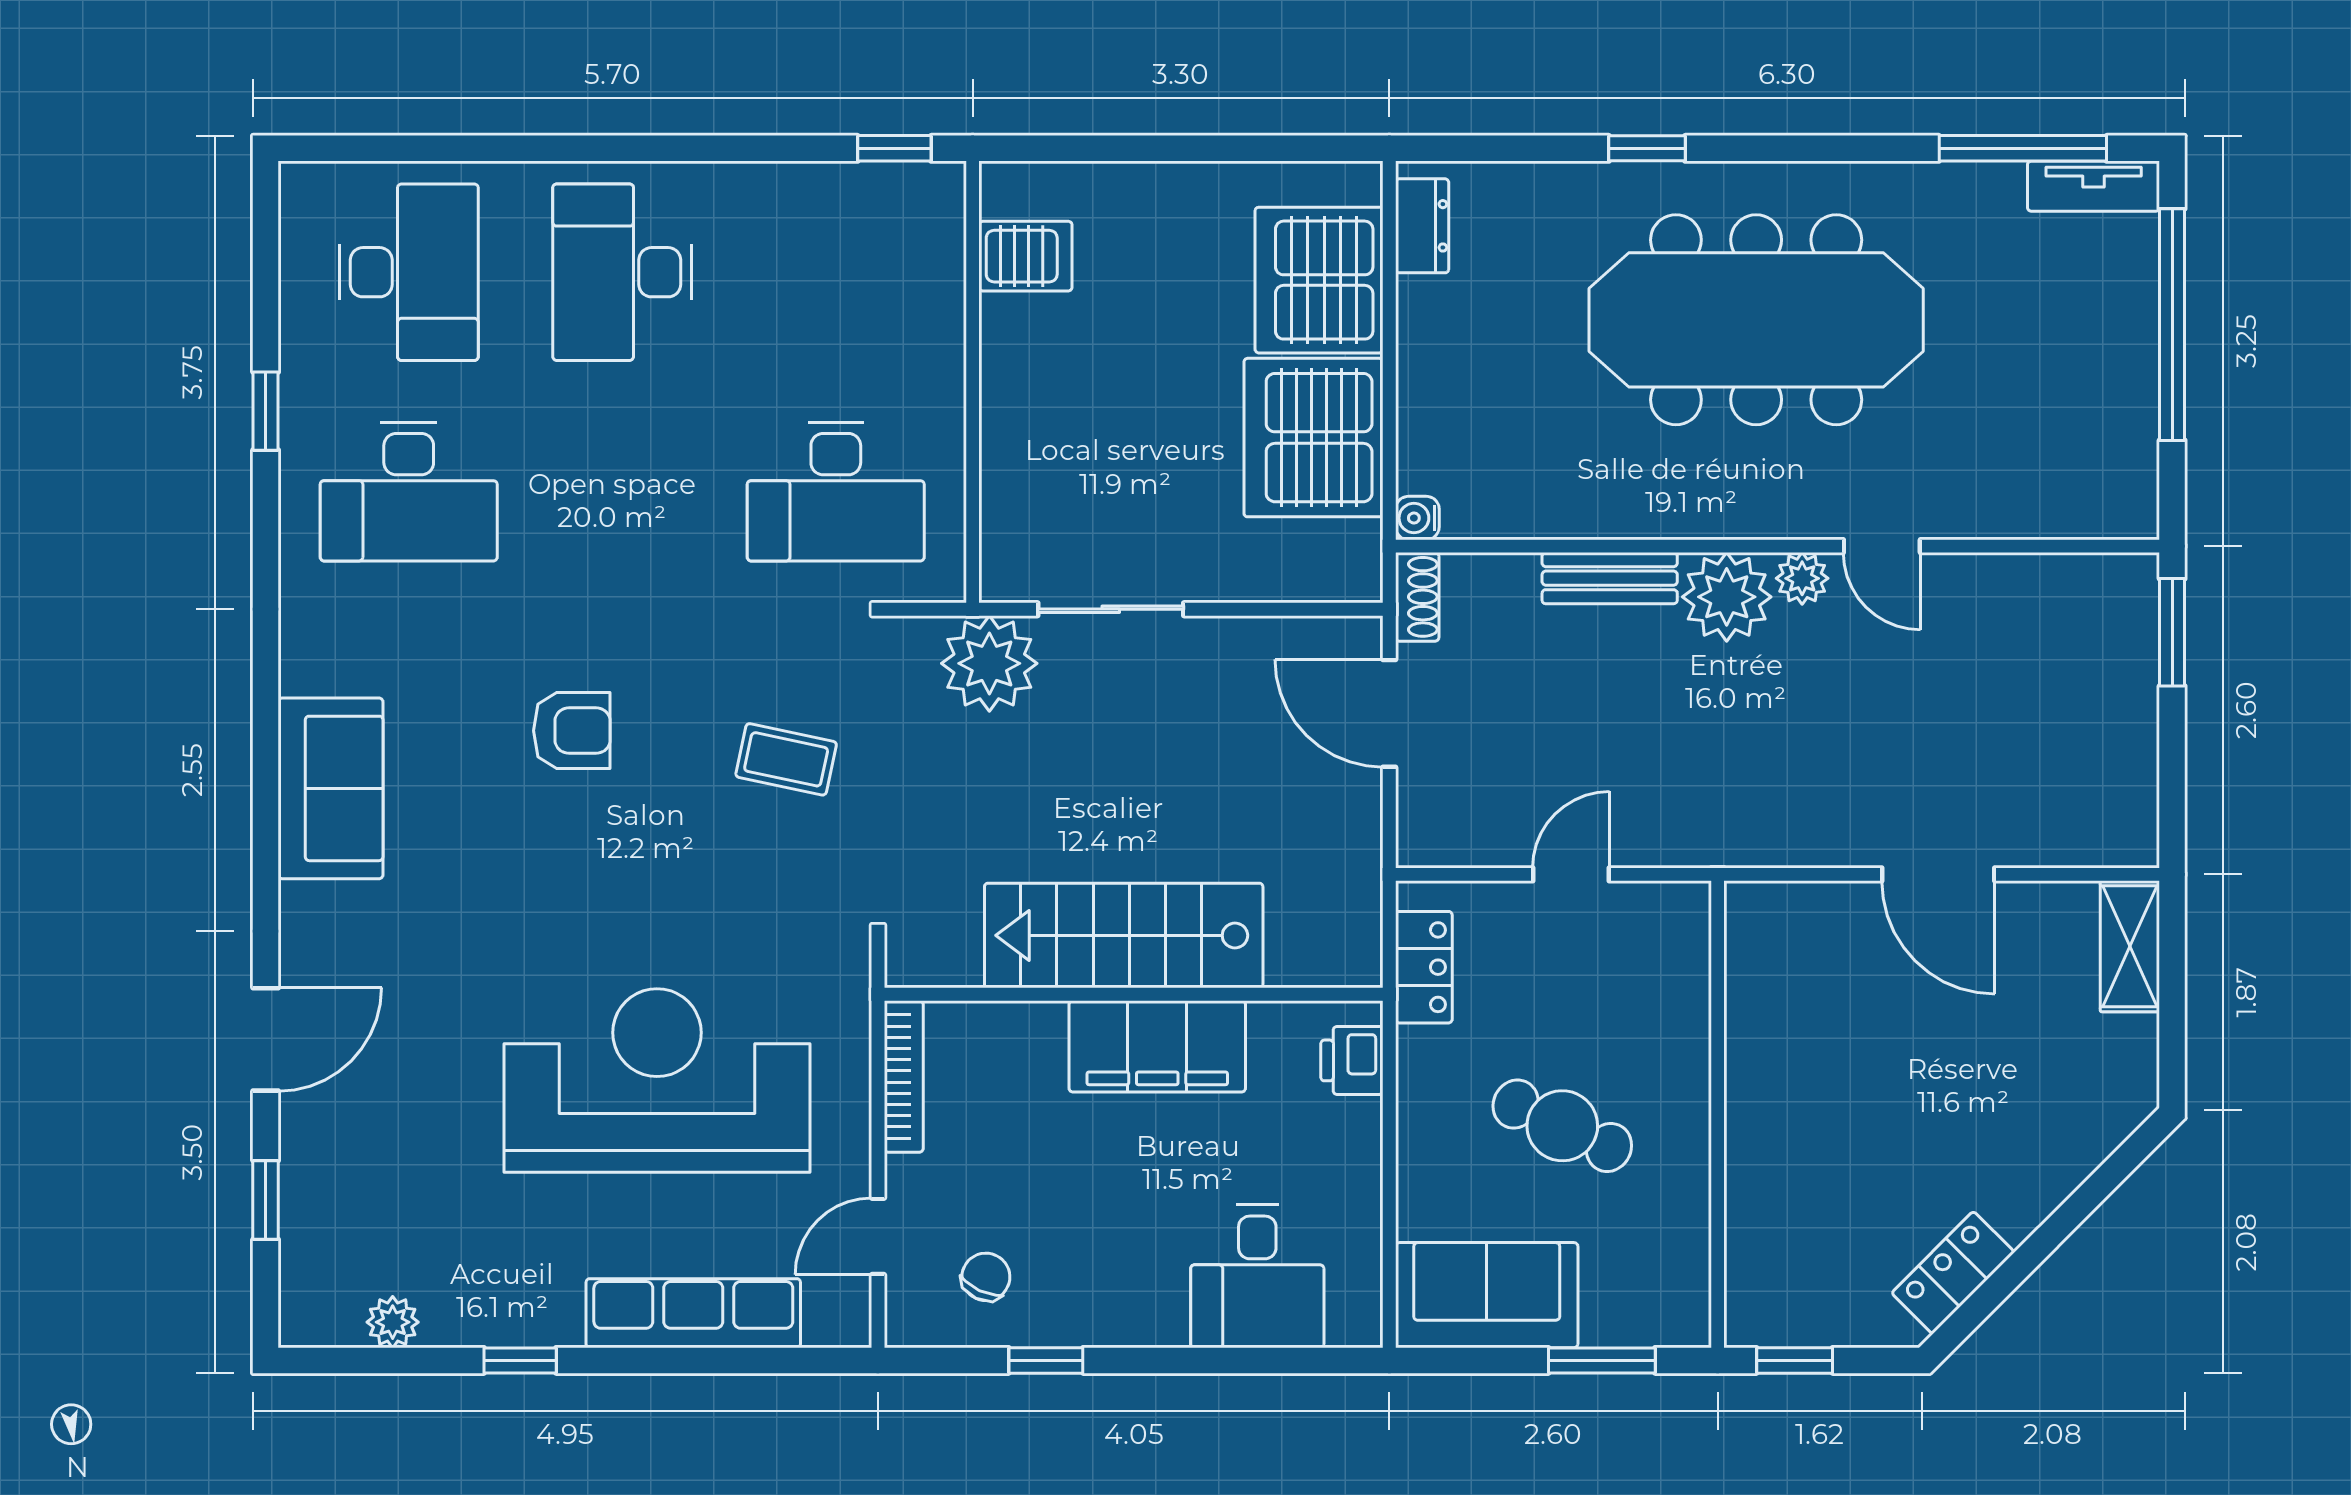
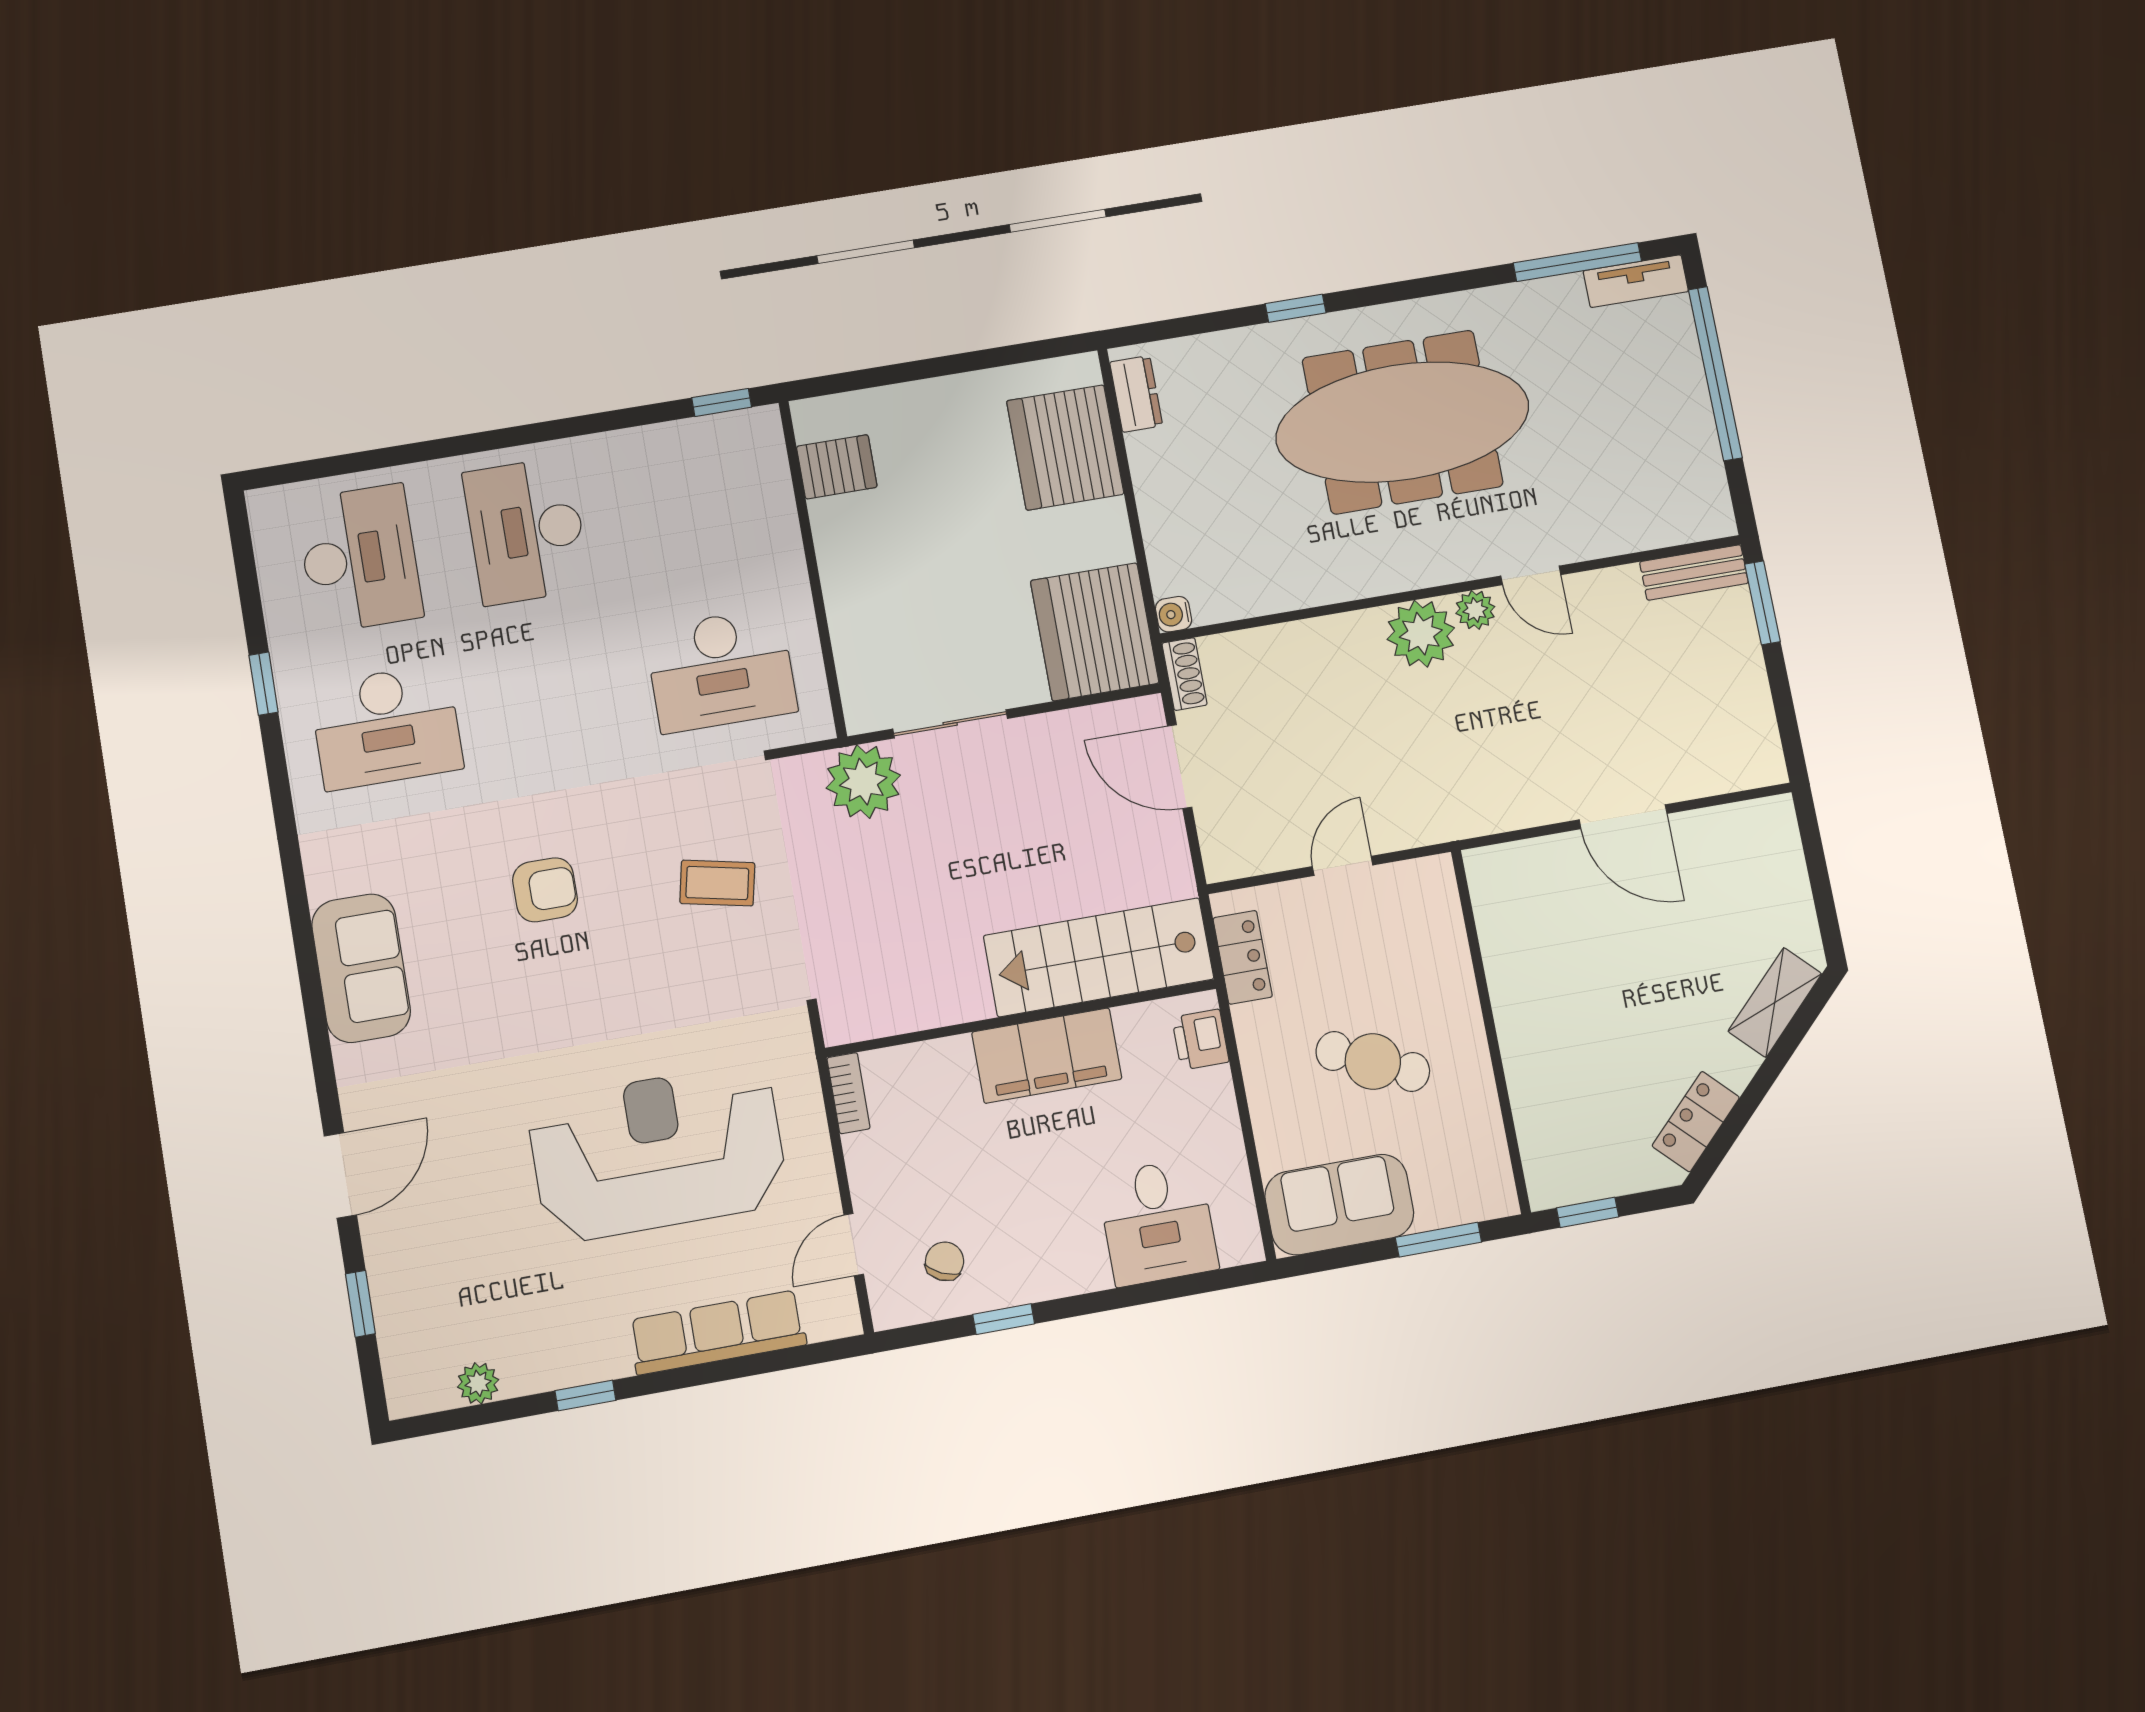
server rack: (1314, 438) -> (1095, 632), moved
bench: (1610, 578) -> (1694, 573), moved
stairs: (1124, 935) -> (1099, 957), moved
shelving: (2130, 946) -> (1775, 1002), moved, turned 45
bookcase: (904, 1077) -> (849, 1093), width x0.64

